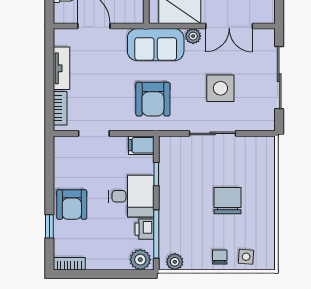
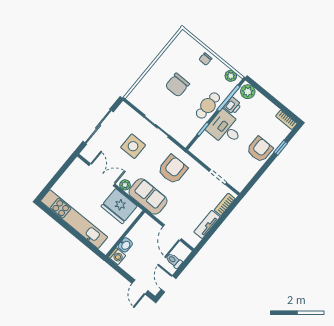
filing cabinet: (141, 145) -> (198, 151), removed
cafe table: (173, 206) -> (208, 106), added
side table: (246, 257) -> (192, 48), removed

